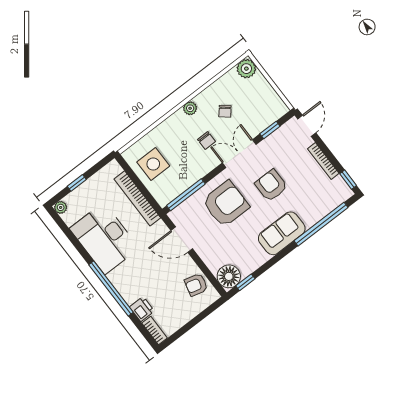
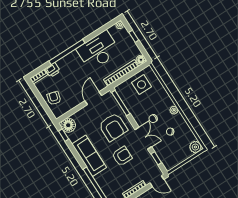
floor lamp: (113, 168) -> (141, 60), added
sofa: (282, 233) -> (89, 156), width x1.36
armchair: (196, 285) -> (54, 98), moved

